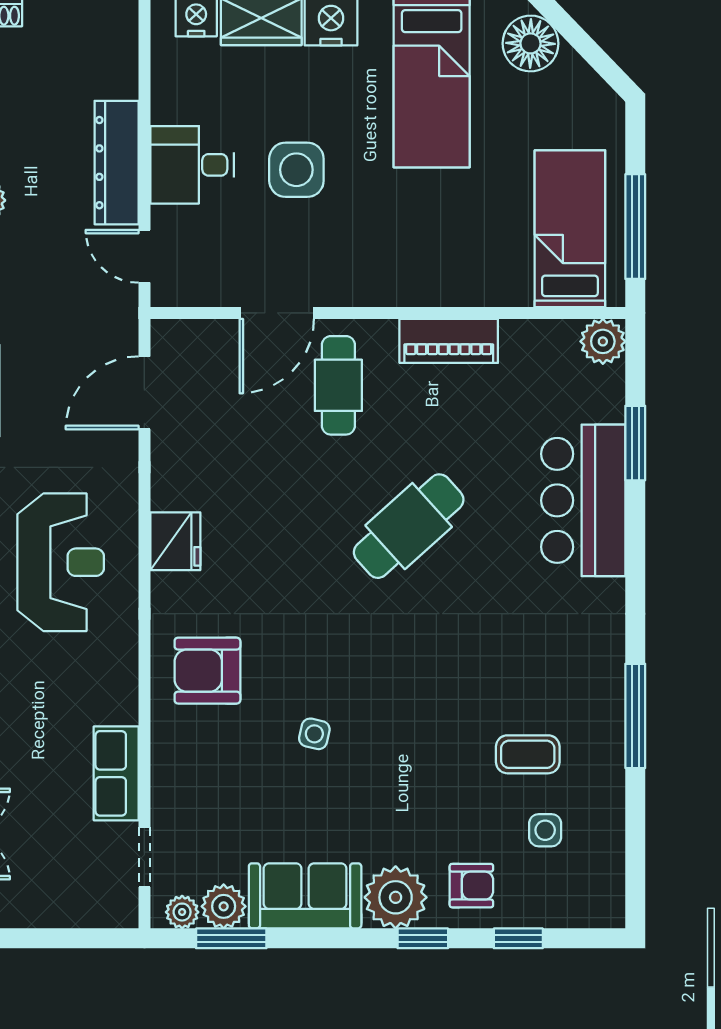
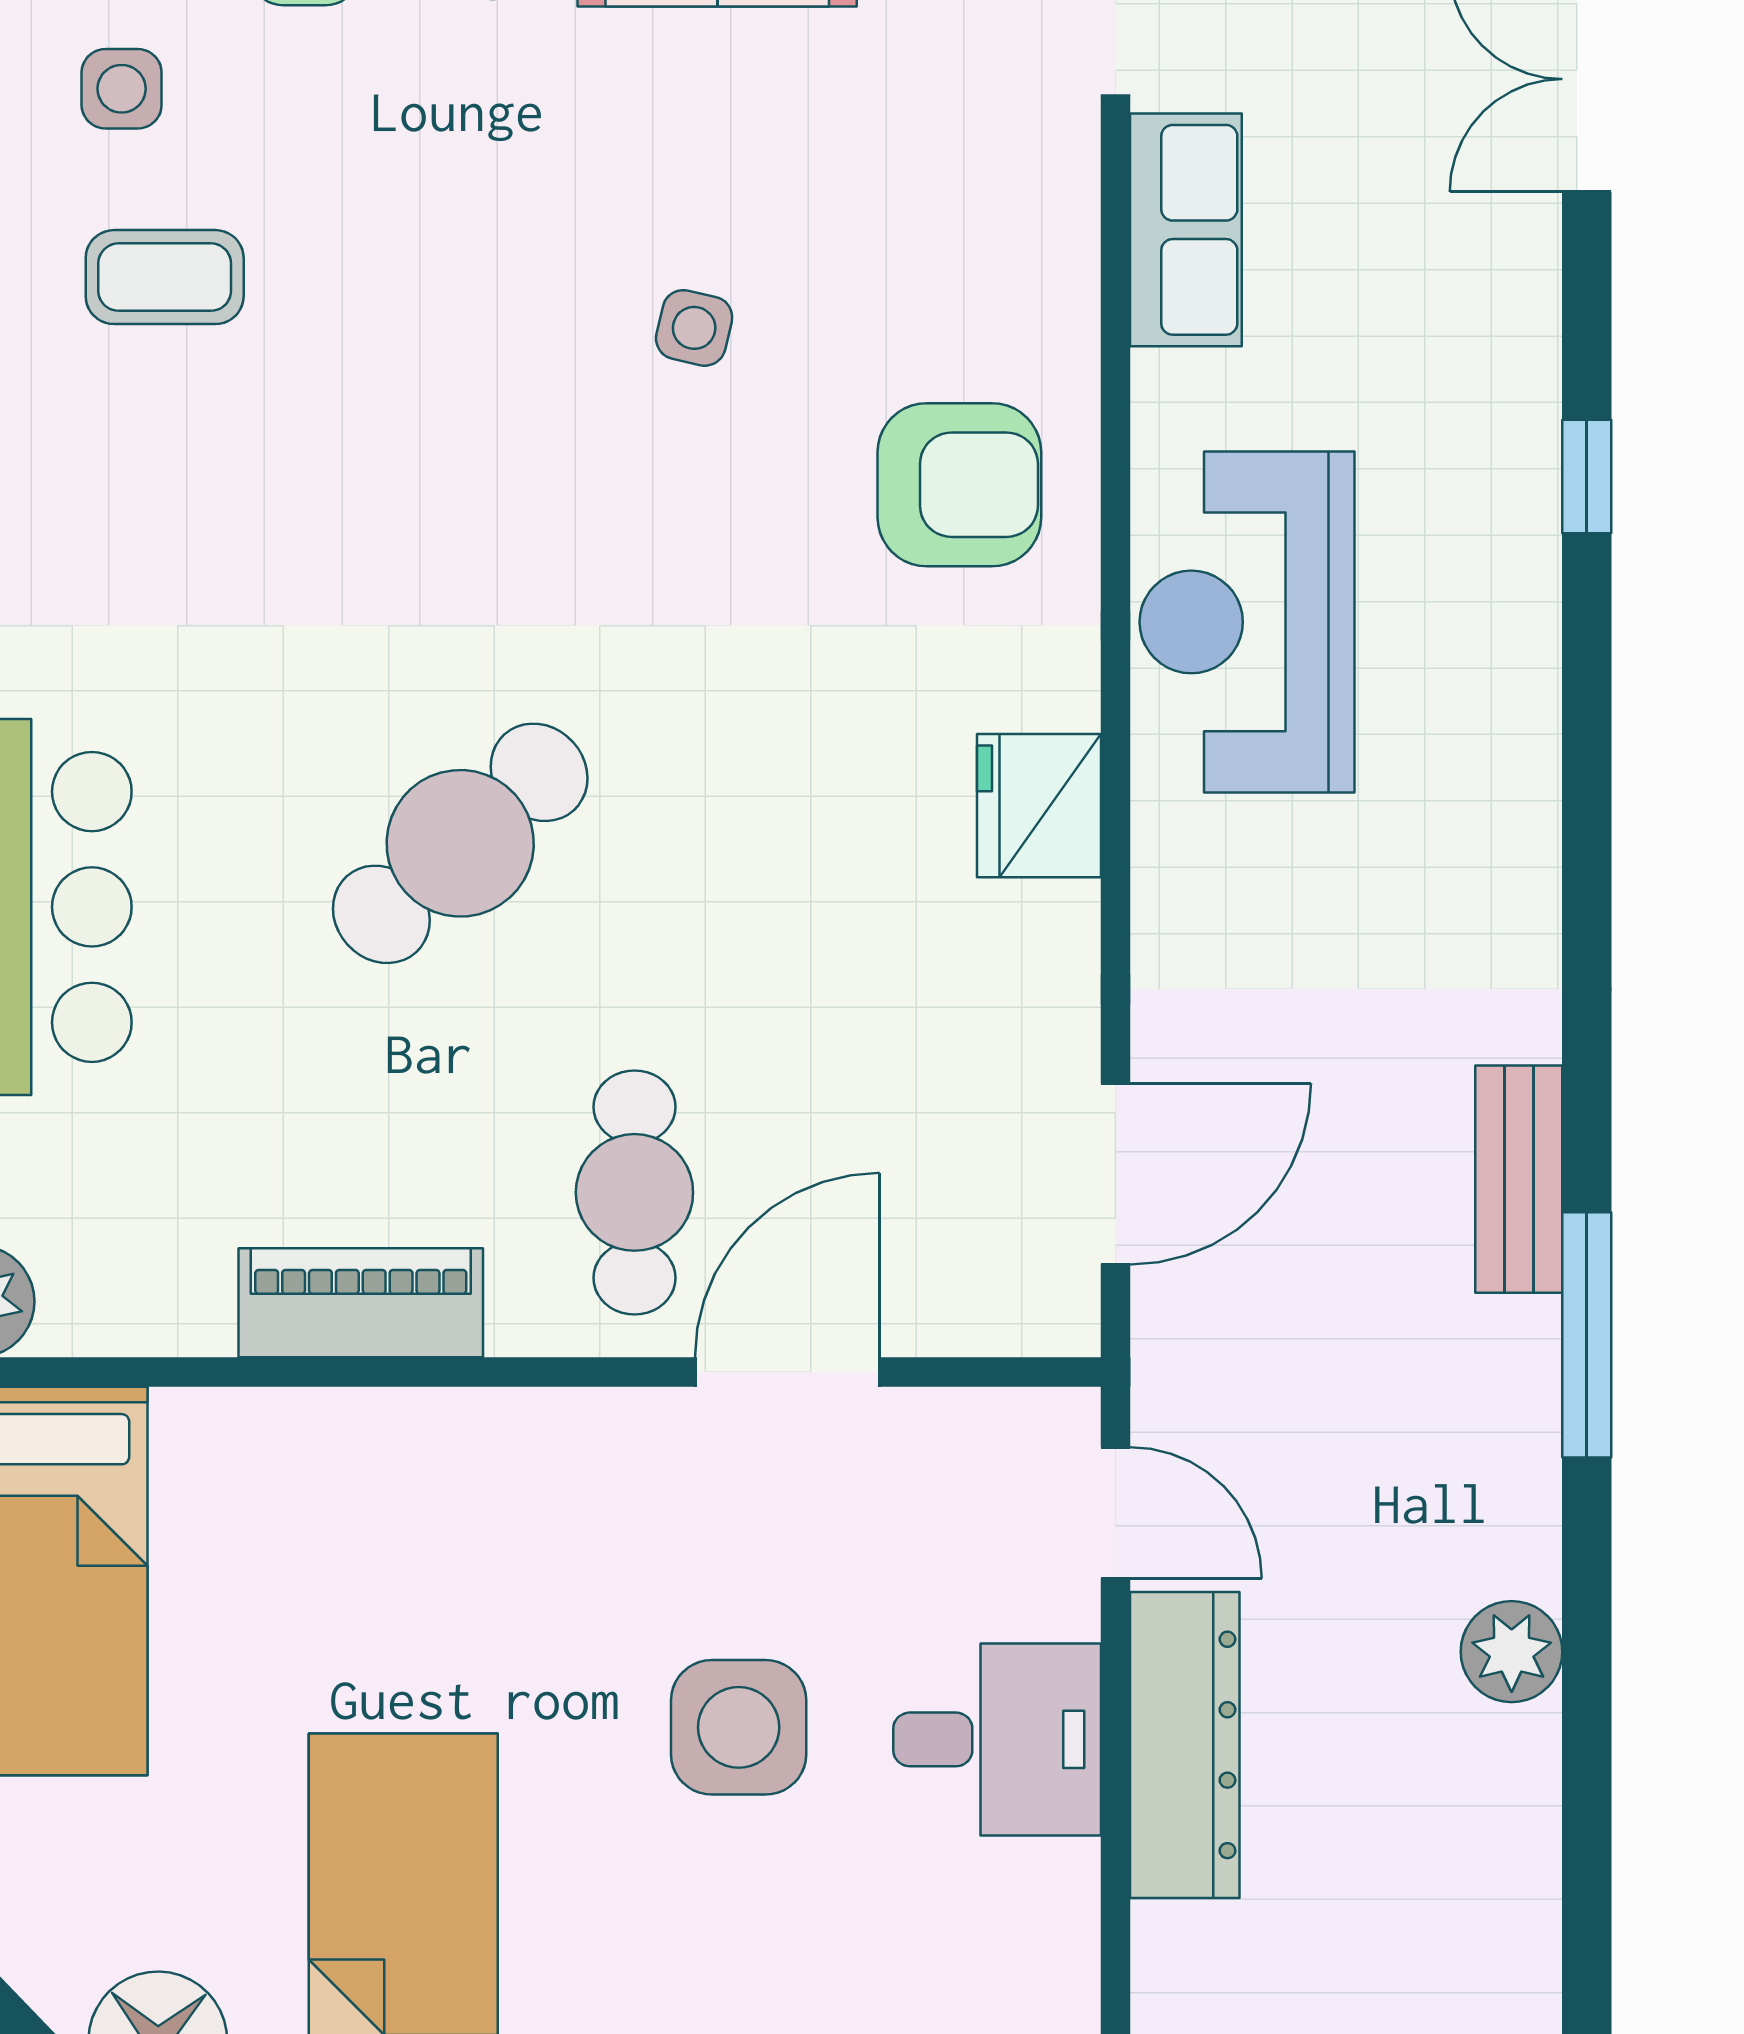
reception desk: (61, 562) -> (1247, 622), moved

